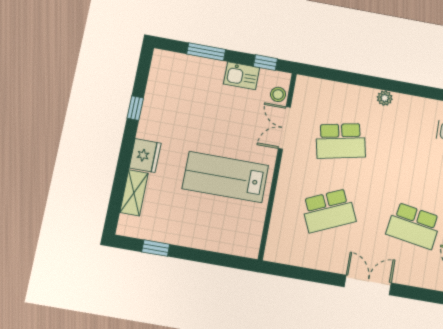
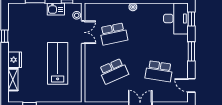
double door: (284, 128) -> (83, 32), swing flipped
lab bench: (225, 177) -> (58, 63), turned 90

